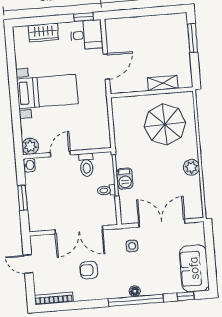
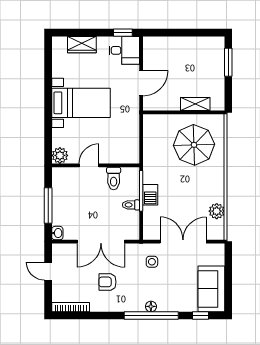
washbasin: (29, 165) -> (57, 233), moved
plant: (191, 167) -> (217, 211), moved
window: (23, 198) -> (48, 206), width x1.44

